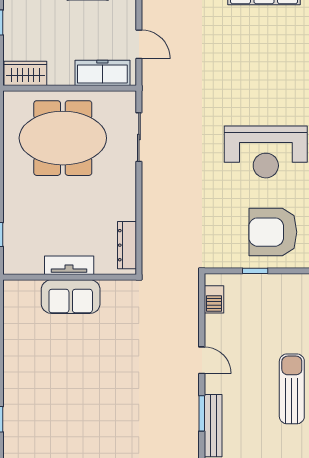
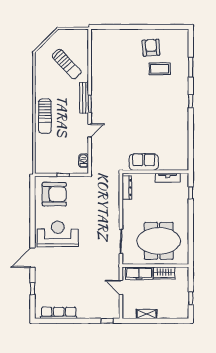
wardrobe: (25, 73) -> (164, 273), moved
tv unit: (69, 265) -> (168, 178), moved
sofa: (71, 297) -> (144, 162), moved
door: (202, 360) -> (90, 130), swing flipped

